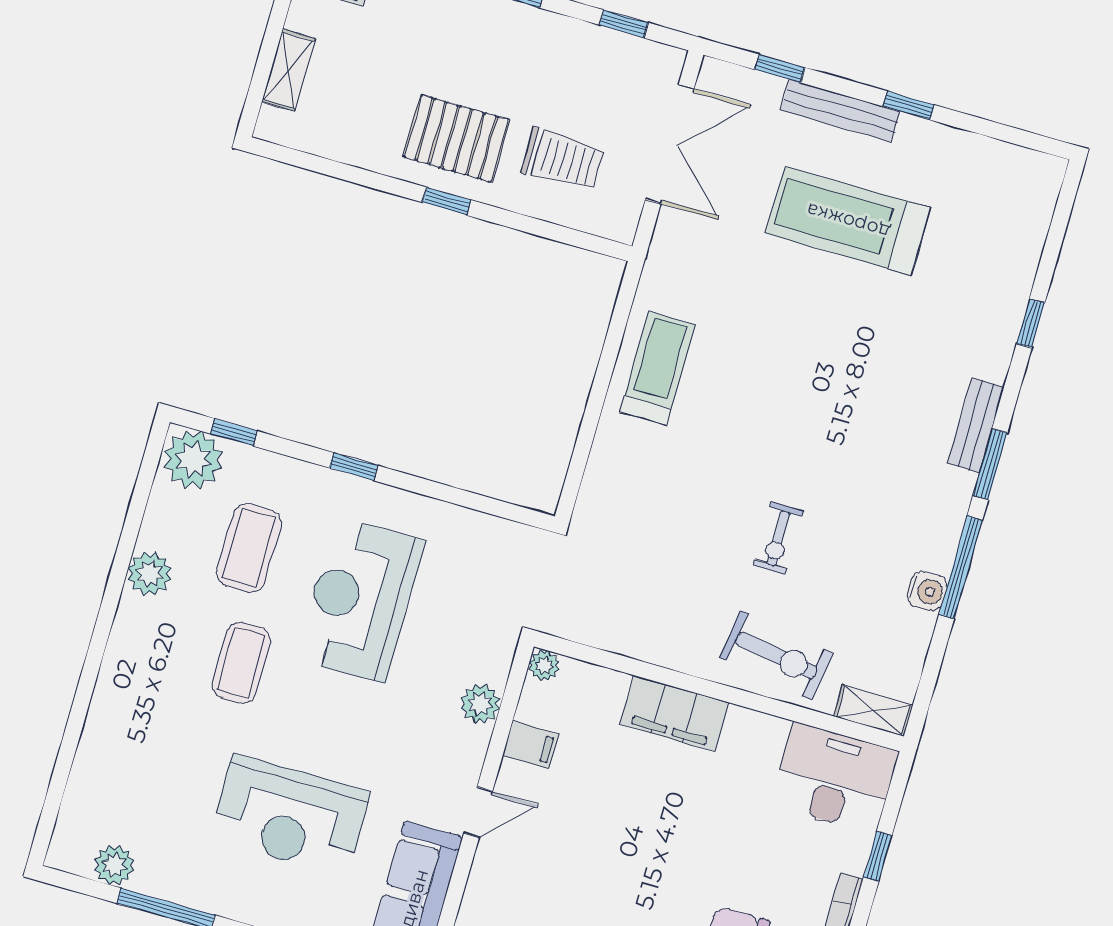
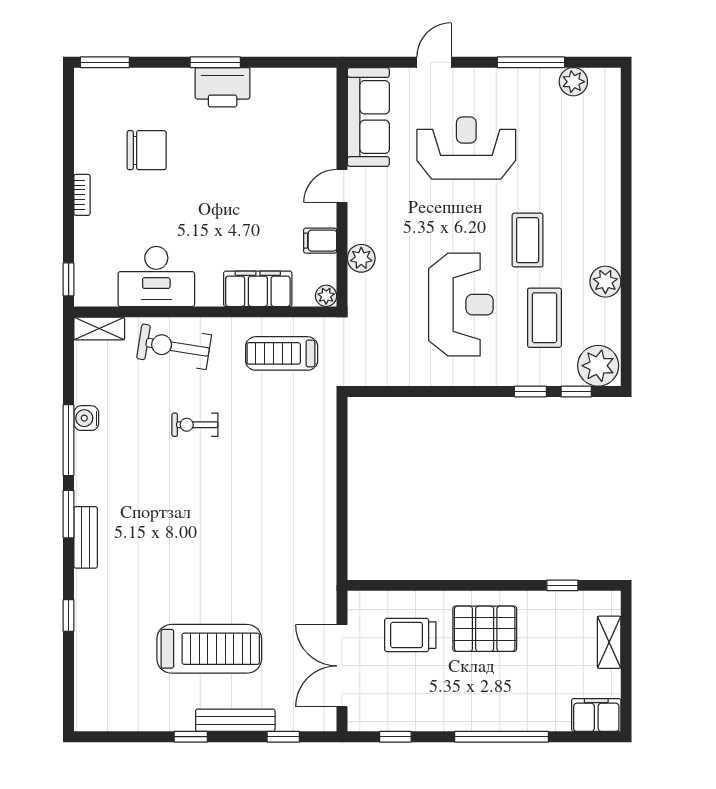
window: (447, 201) -> (562, 585), moved
treadmill: (658, 368) -> (282, 353), moved, turned 90
window: (354, 467) -> (530, 391), moved
exercise bike: (778, 538) -> (195, 425), turned -90
filing cabinet: (674, 713) -> (258, 289), moved
desk: (835, 778) -> (156, 276), moved
window: (878, 856) -> (69, 279), moved

